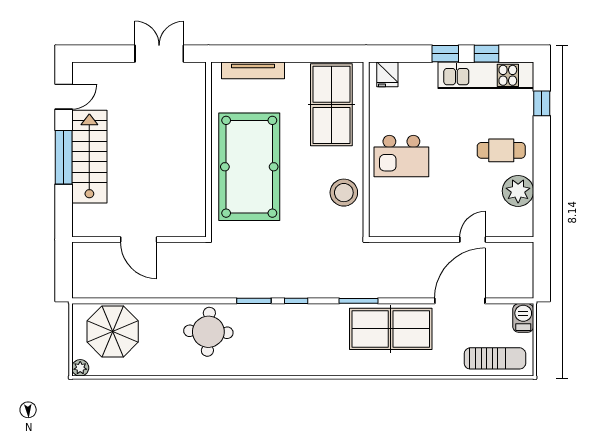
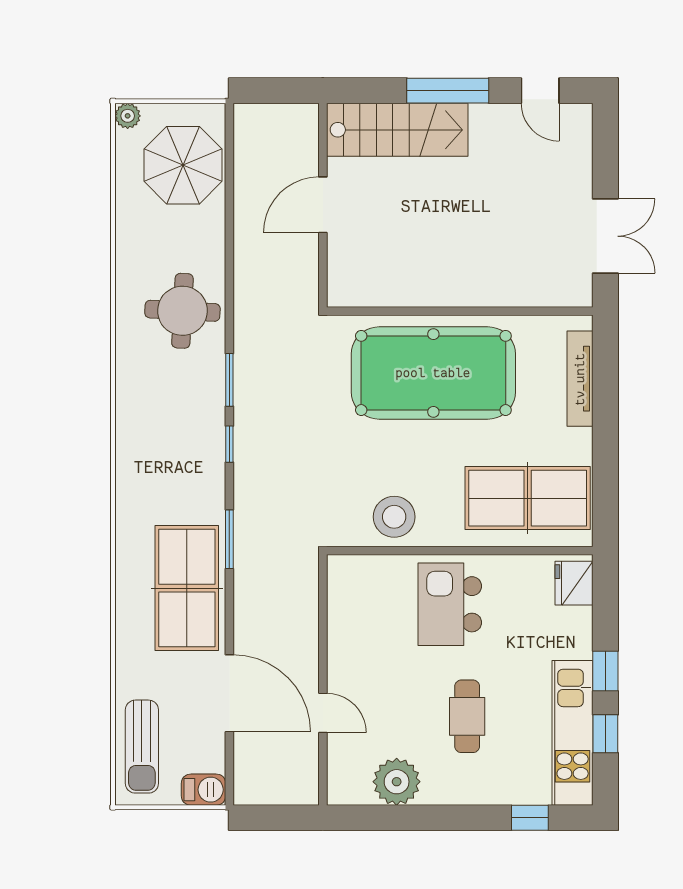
fridge: (387, 74) -> (574, 583), width x1.38
cafe table: (501, 150) -> (467, 716), moved
stairs: (89, 157) -> (397, 130), moved

